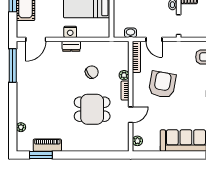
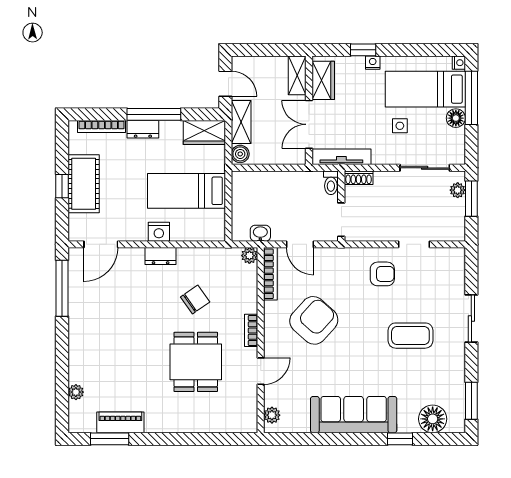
plant: (124, 75) -> (249, 256), moved
armchair: (162, 85) -> (314, 320), turned 32
dining table: (92, 109) -> (196, 362), turned 90

